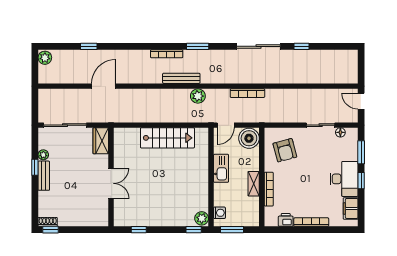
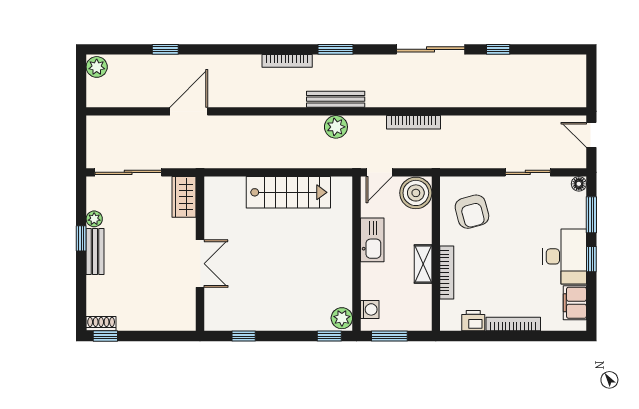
bench: (181, 78) -> (336, 99), moved
floor lamp: (340, 132) -> (579, 184), moved

